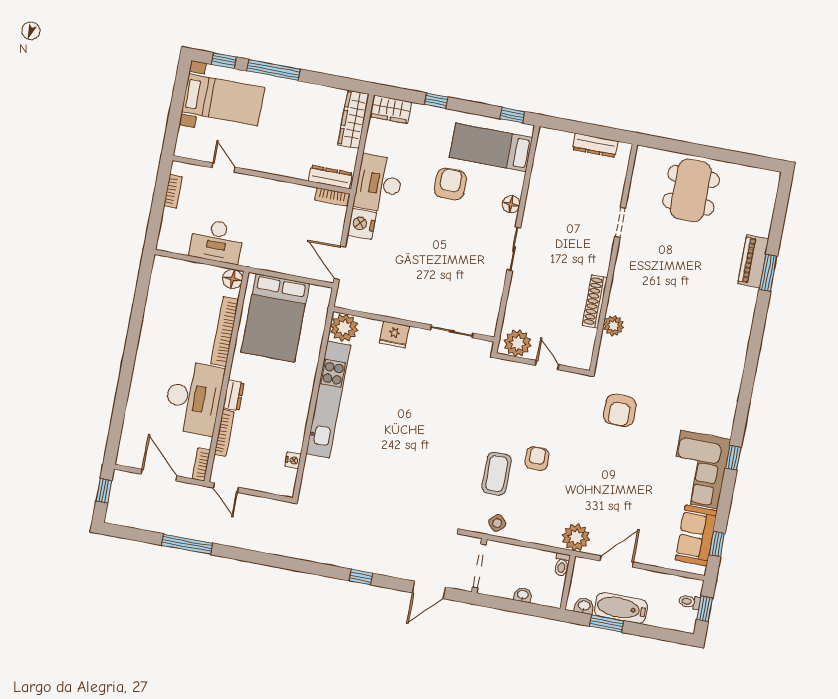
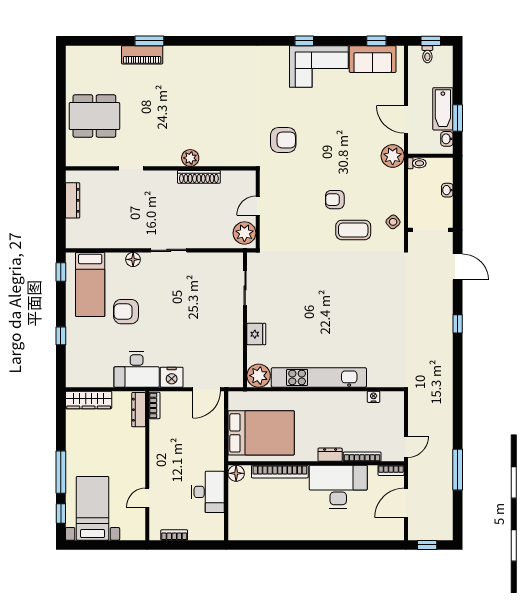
wardrobe: (390, 109) -> (75, 372), removed
plant: (614, 326) -> (190, 158), moved

